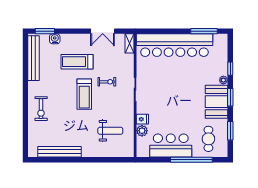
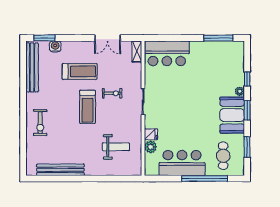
bar counter: (174, 45) -> (167, 53), width x0.54
treadmill: (77, 62) -> (80, 71), turned 180

